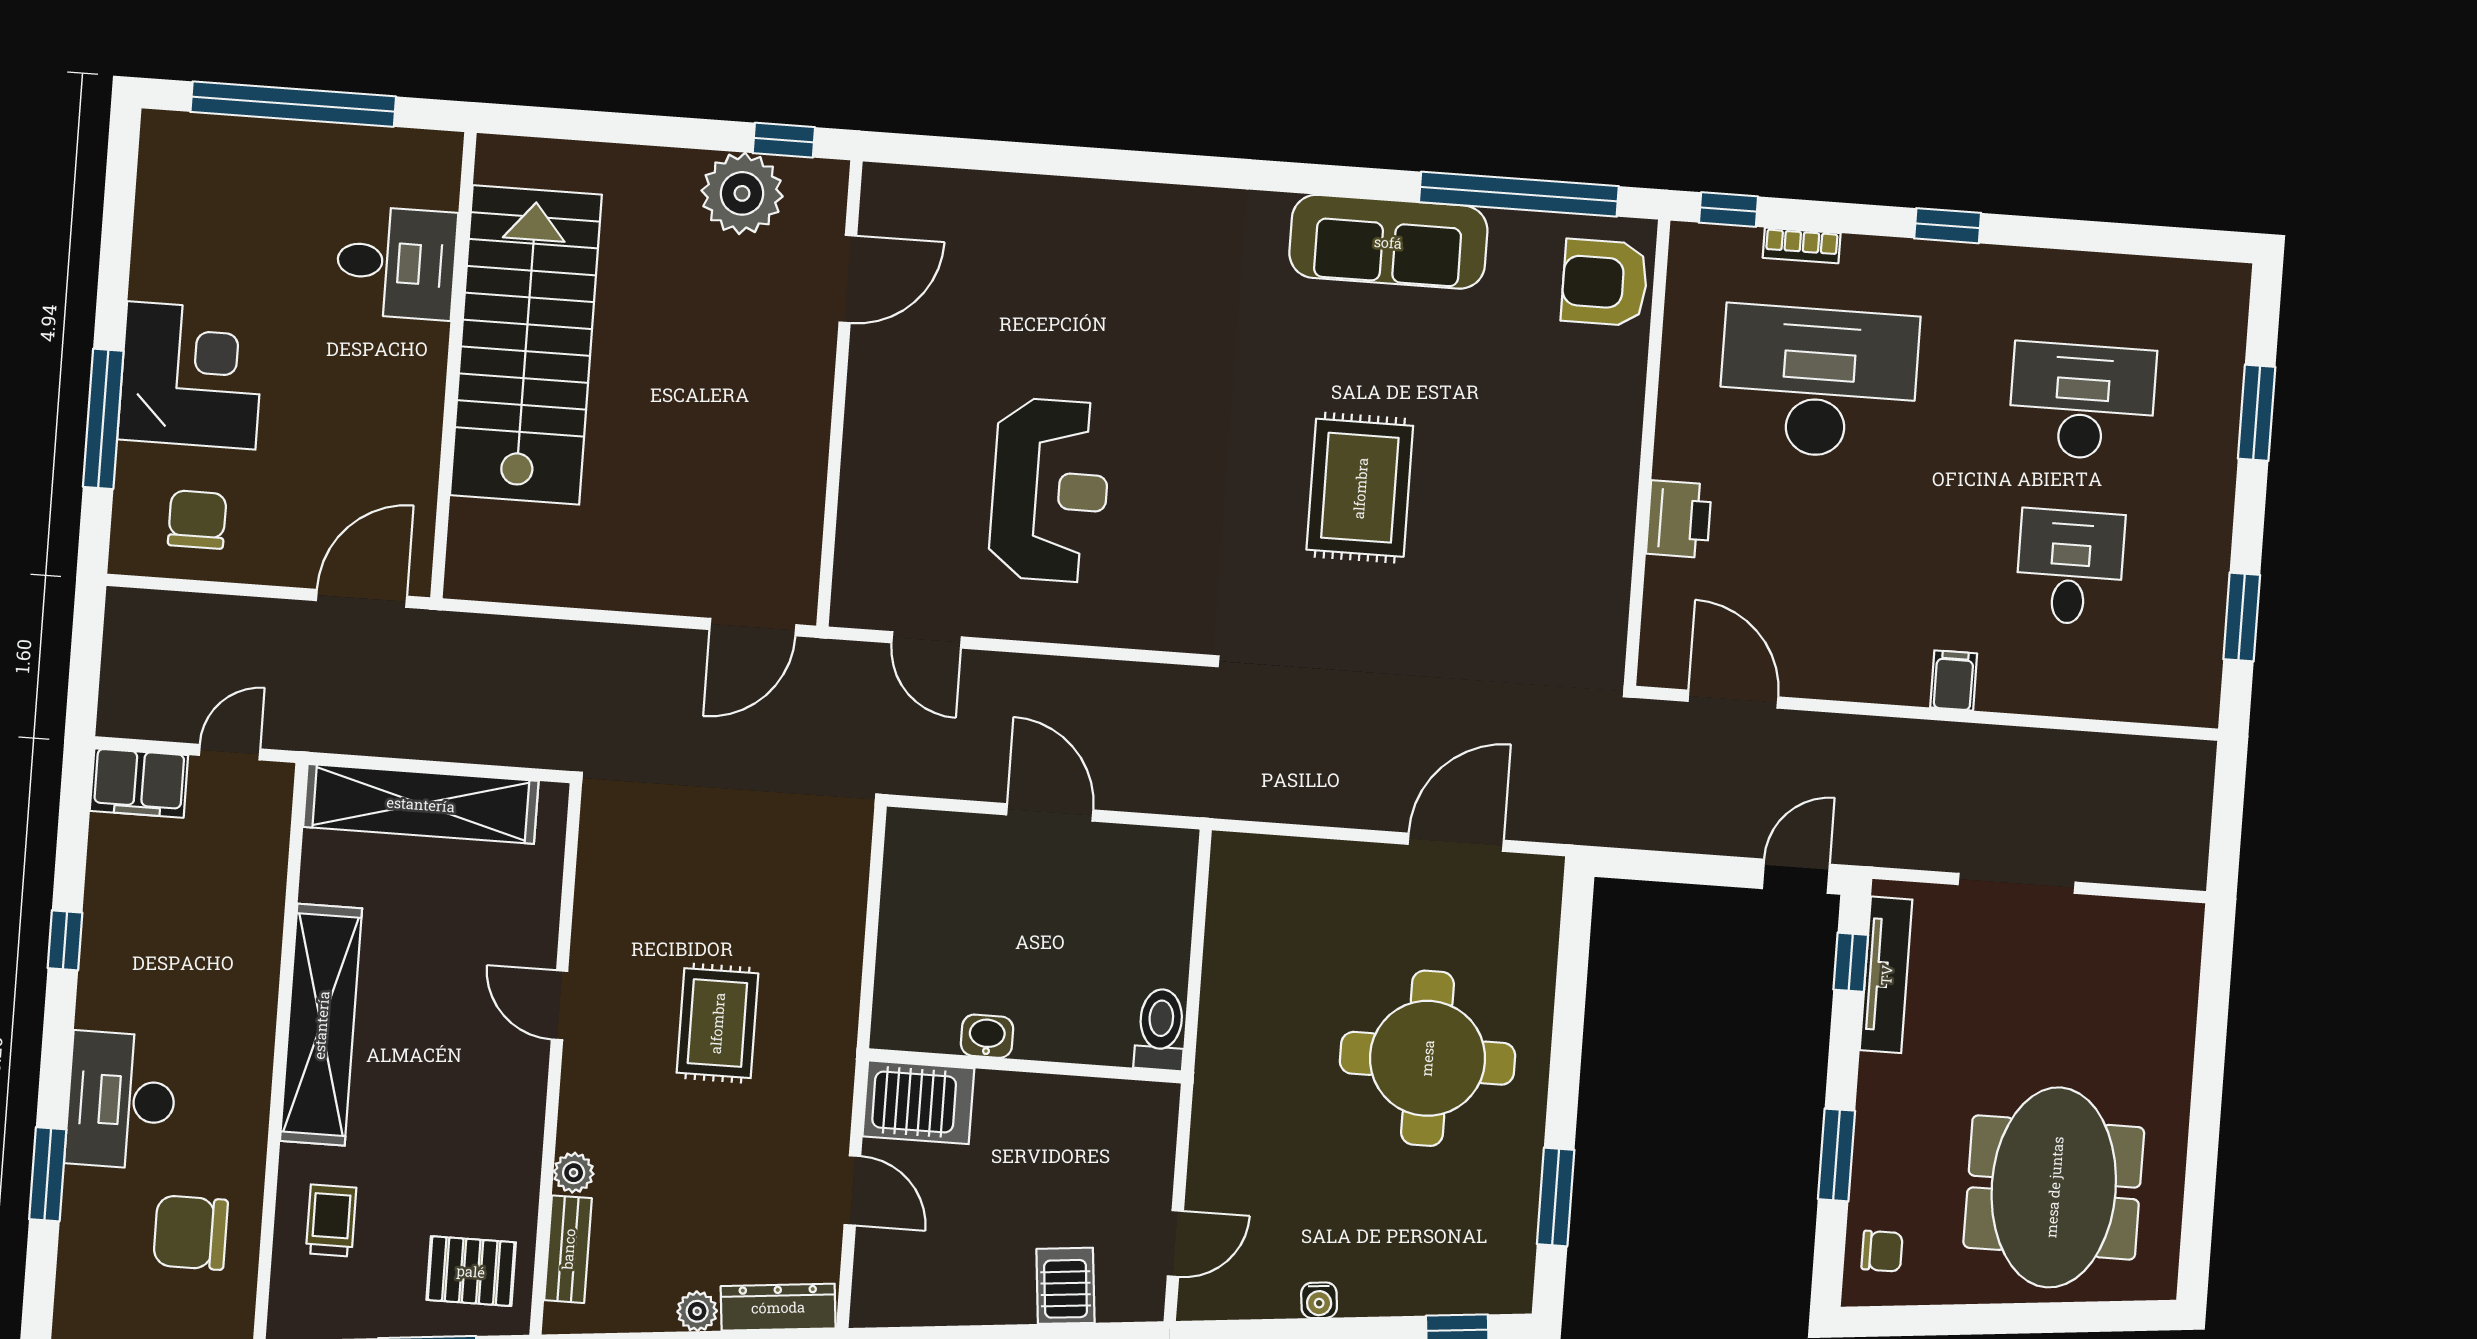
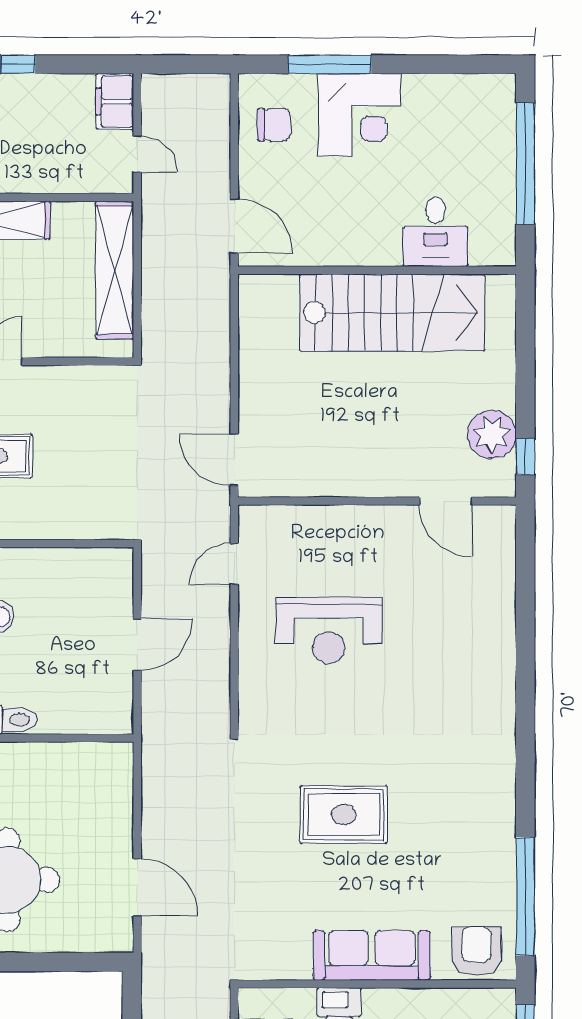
sofa: (1388, 242) -> (372, 955), moved, turned 90

